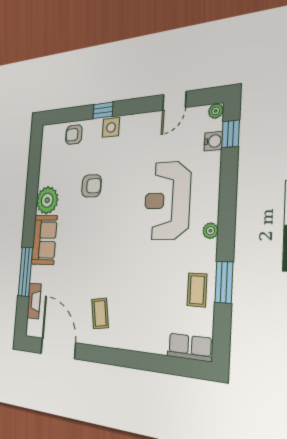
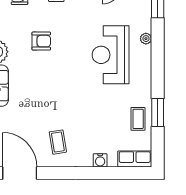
water cooler: (213, 141) -> (100, 160), moved, turned 90
plant: (210, 231) -> (146, 39), moved

